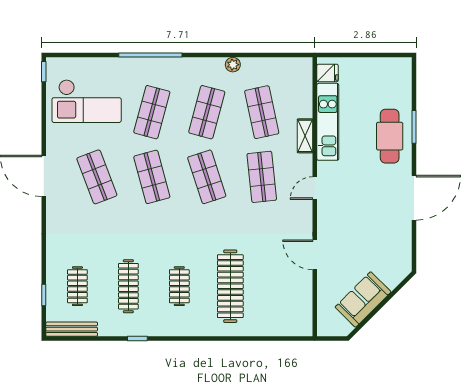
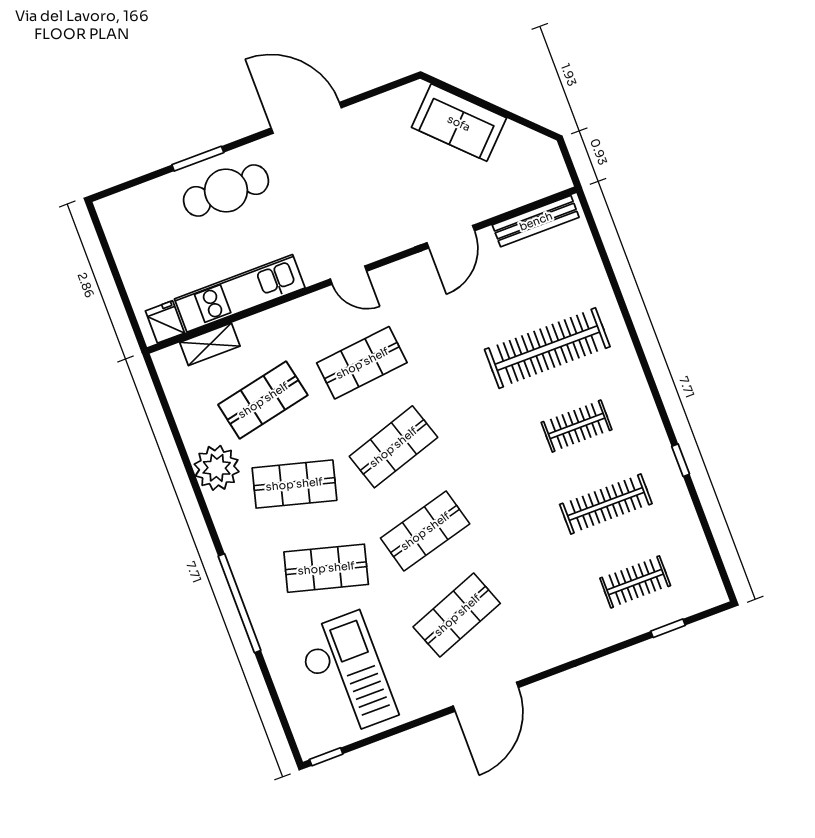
plant: (233, 65) -> (217, 468), width x1.88, depth x1.88
shelving: (305, 136) -> (210, 344), moved
sofa: (363, 300) -> (459, 123), moved
bench: (72, 329) -> (536, 221), moved, turned 90

